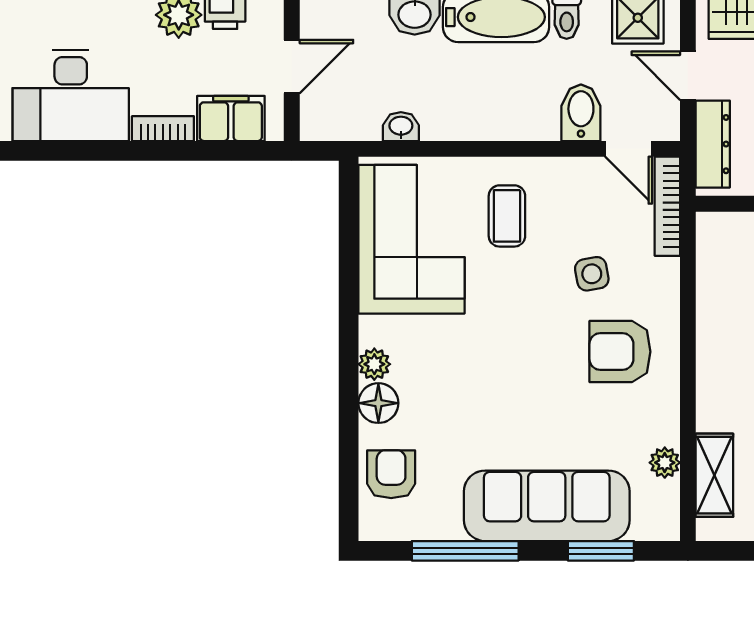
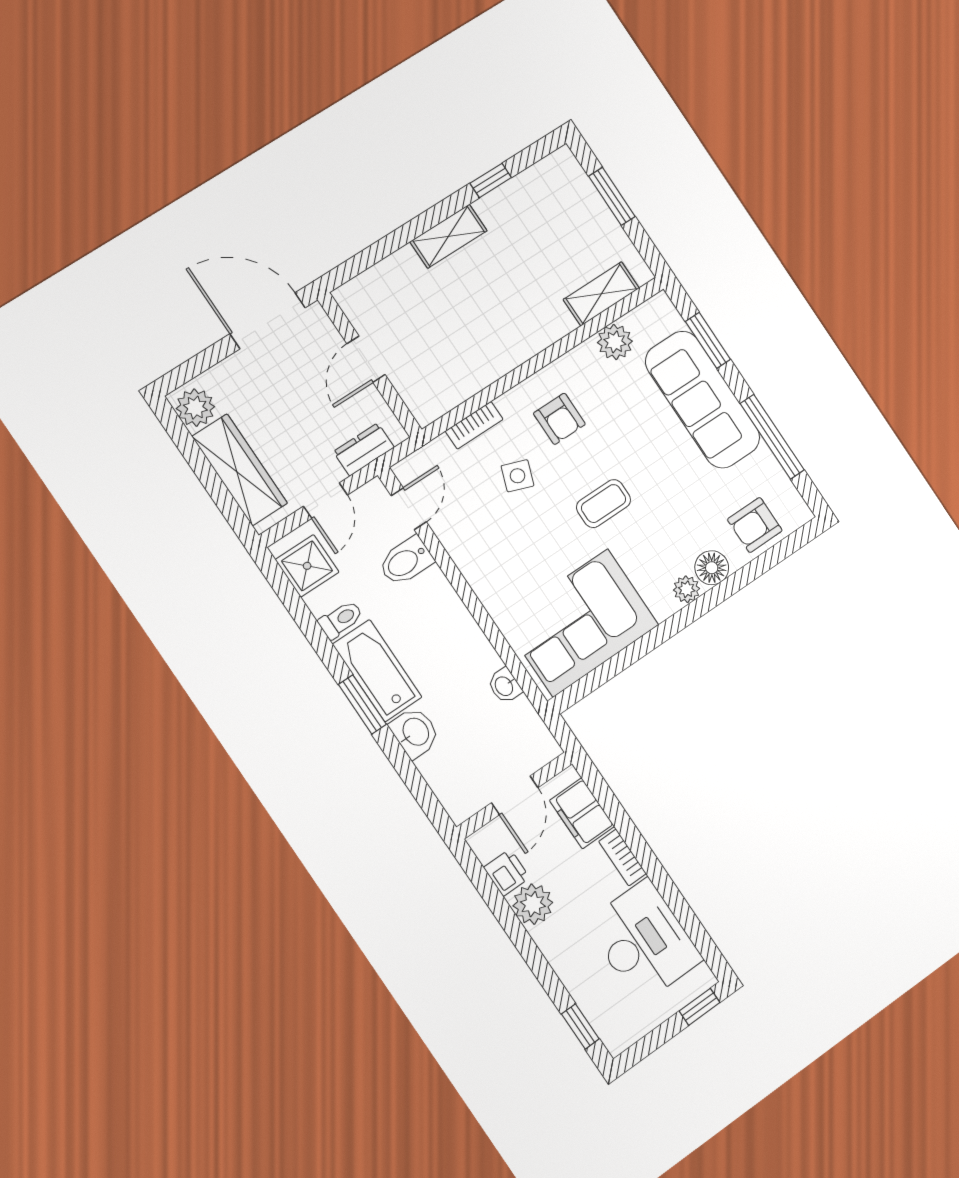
door: (292, 67) -> (515, 795), swing flipped
dresser: (713, 144) -> (364, 449), width x0.70
bookcase: (667, 206) -> (474, 425), moved, width x0.64
coffee table: (507, 216) -> (604, 504), moved
side table: (592, 274) -> (518, 476), turned 30
armchair: (620, 352) -> (559, 419), width x0.72, depth x0.72
plant: (665, 463) -> (615, 342), width x1.38, depth x1.38

